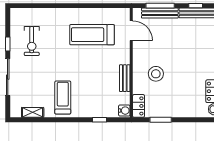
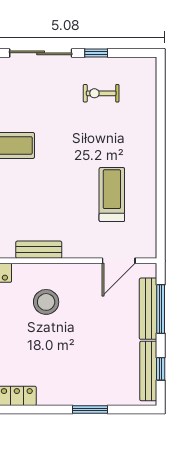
treadmill: (92, 35) -> (112, 195), width x0.73, depth x0.73
exercise bike: (32, 41) -> (101, 93), width x0.73, depth x0.72

